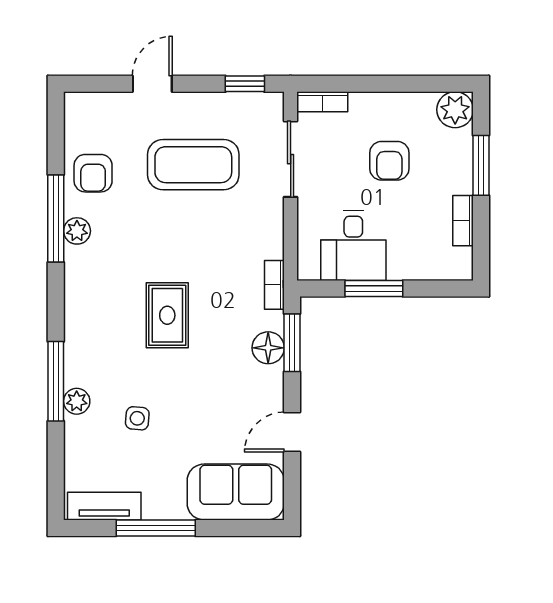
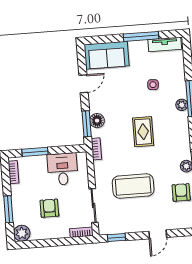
coffee table: (193, 165) -> (133, 186), moved
bookcase: (463, 221) -> (14, 172), moved
window: (374, 289) -> (35, 152), moved
plant: (77, 401) -> (182, 105), moved

